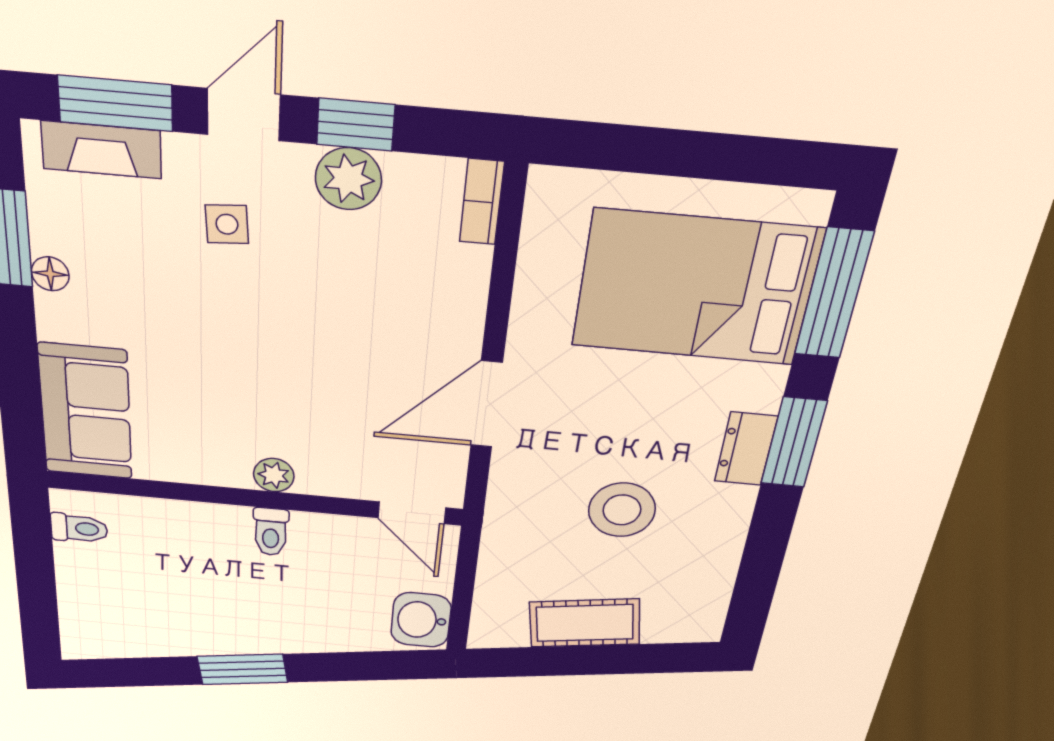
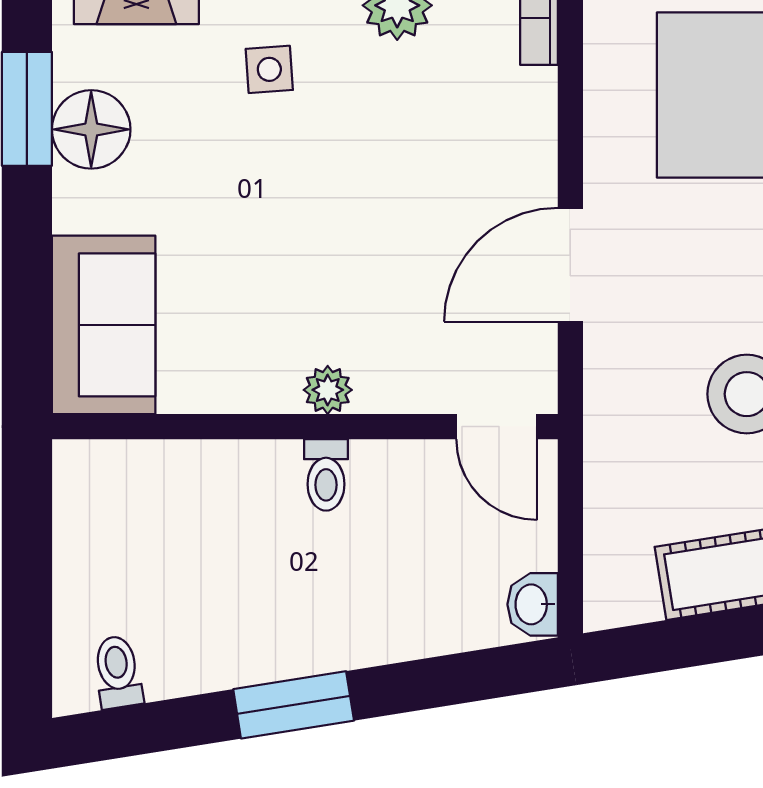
floor lamp: (50, 274) -> (91, 129), width x1.89, depth x1.89
toilet: (79, 528) -> (118, 672), moved, turned -99
washbasin: (421, 620) -> (533, 604), width x0.72, depth x0.69

